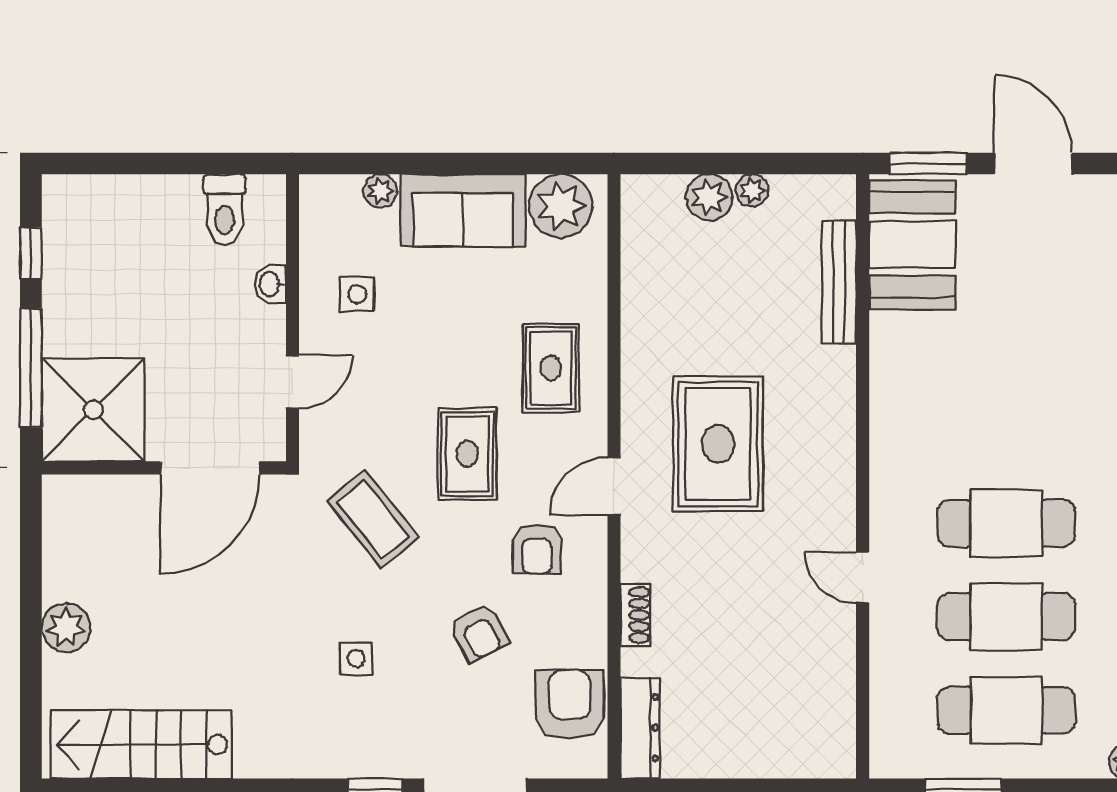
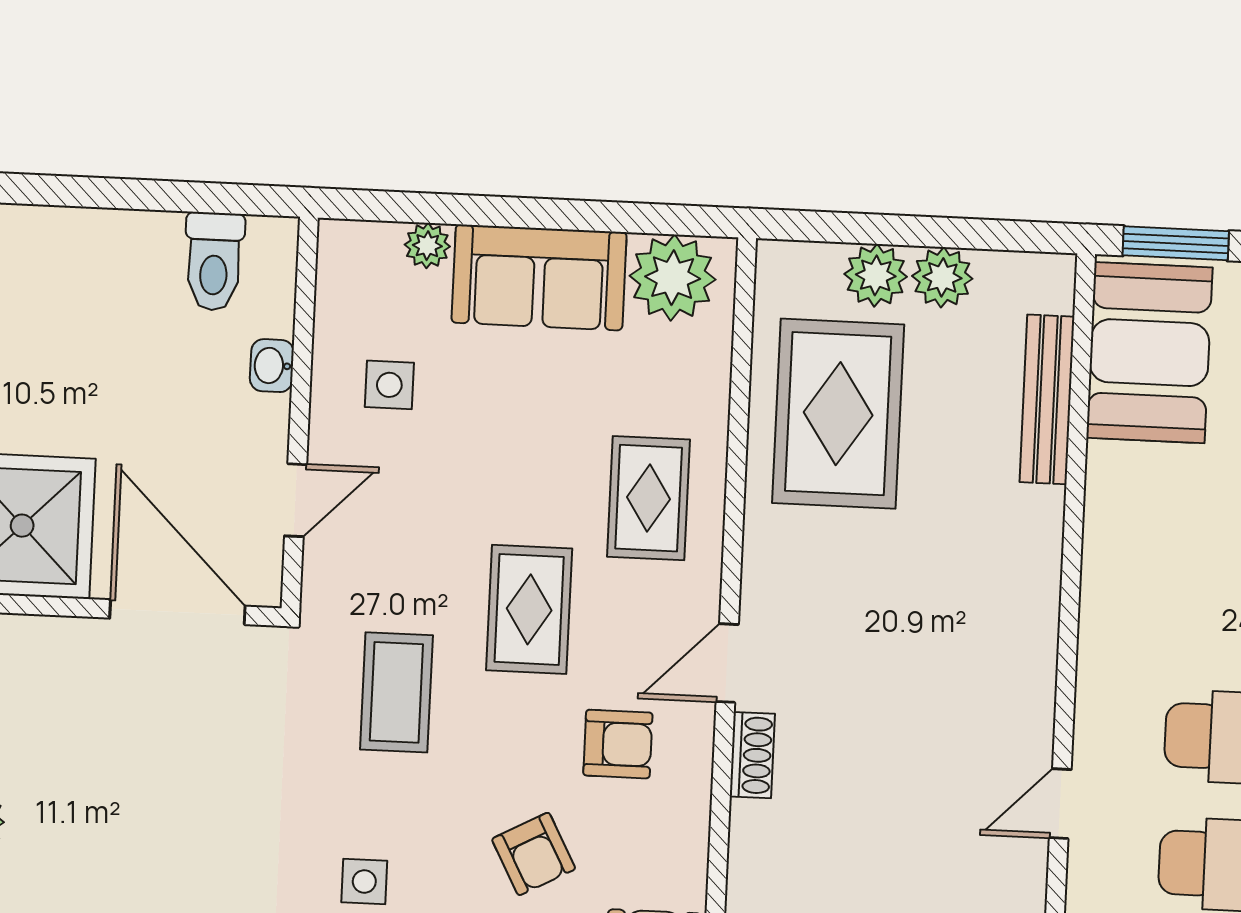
plant: (752, 190) -> (942, 277), width x1.38, depth x1.38
rug: (718, 444) -> (838, 414), moved
door: (210, 468) -> (177, 612), swing flipped
coffee table: (373, 519) -> (396, 692), turned 39
armchair: (537, 549) -> (618, 744), turned -90
door: (863, 578) -> (1060, 804), hinge flipped
shoe rack: (635, 615) -> (752, 755), moved

